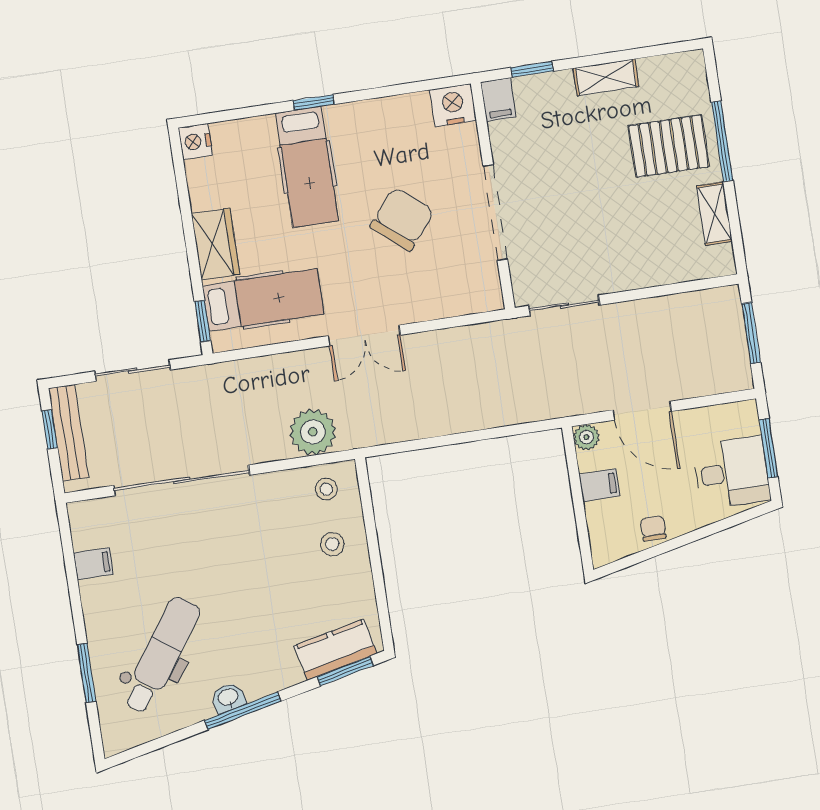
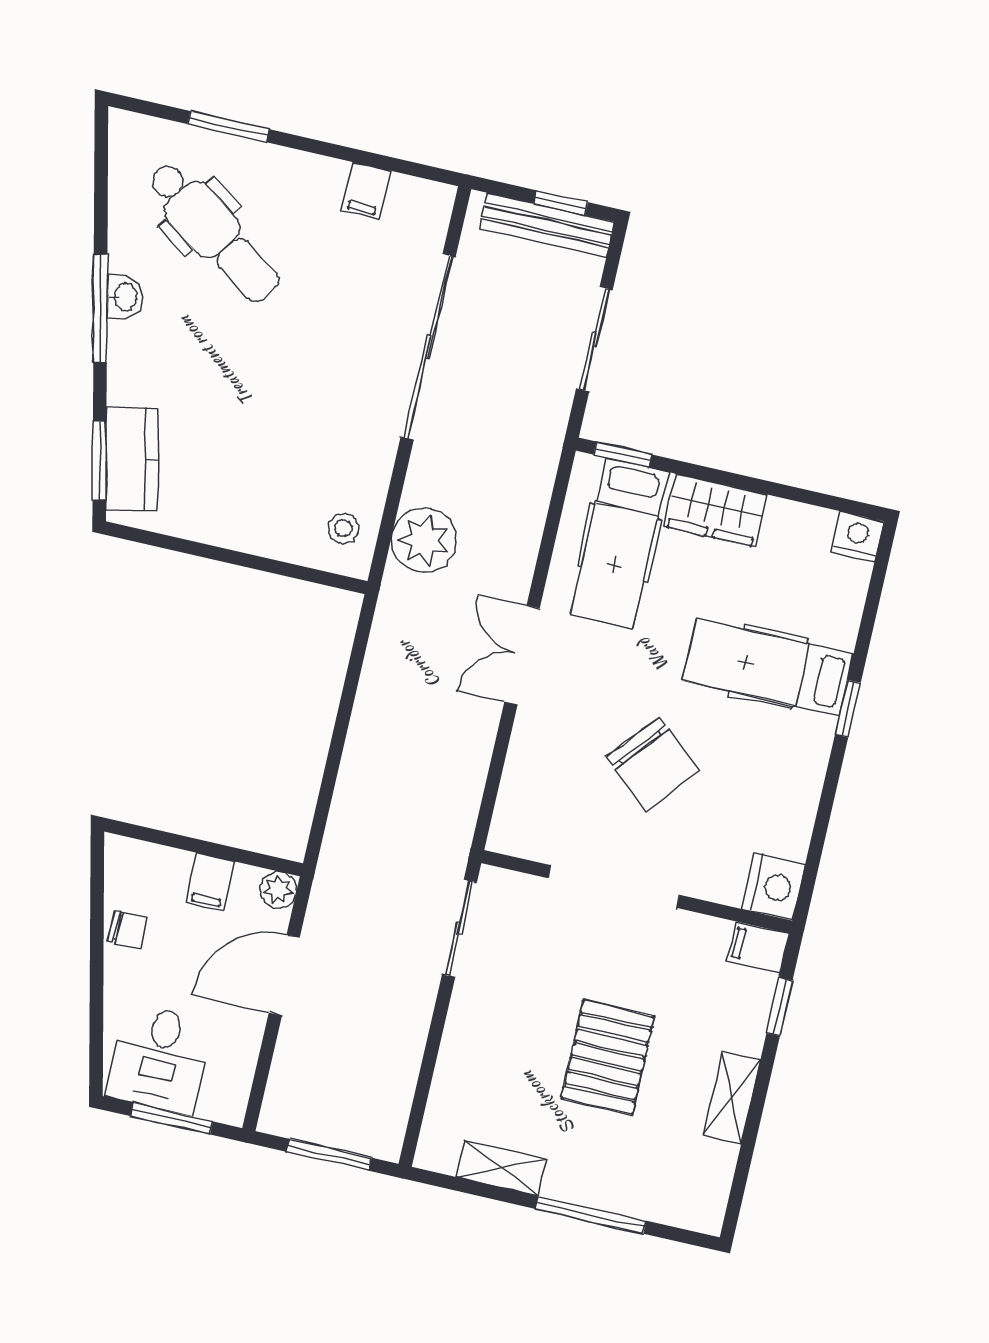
pallet: (669, 146) -> (608, 1057), moved
stool: (332, 544) -> (270, 508), removed

